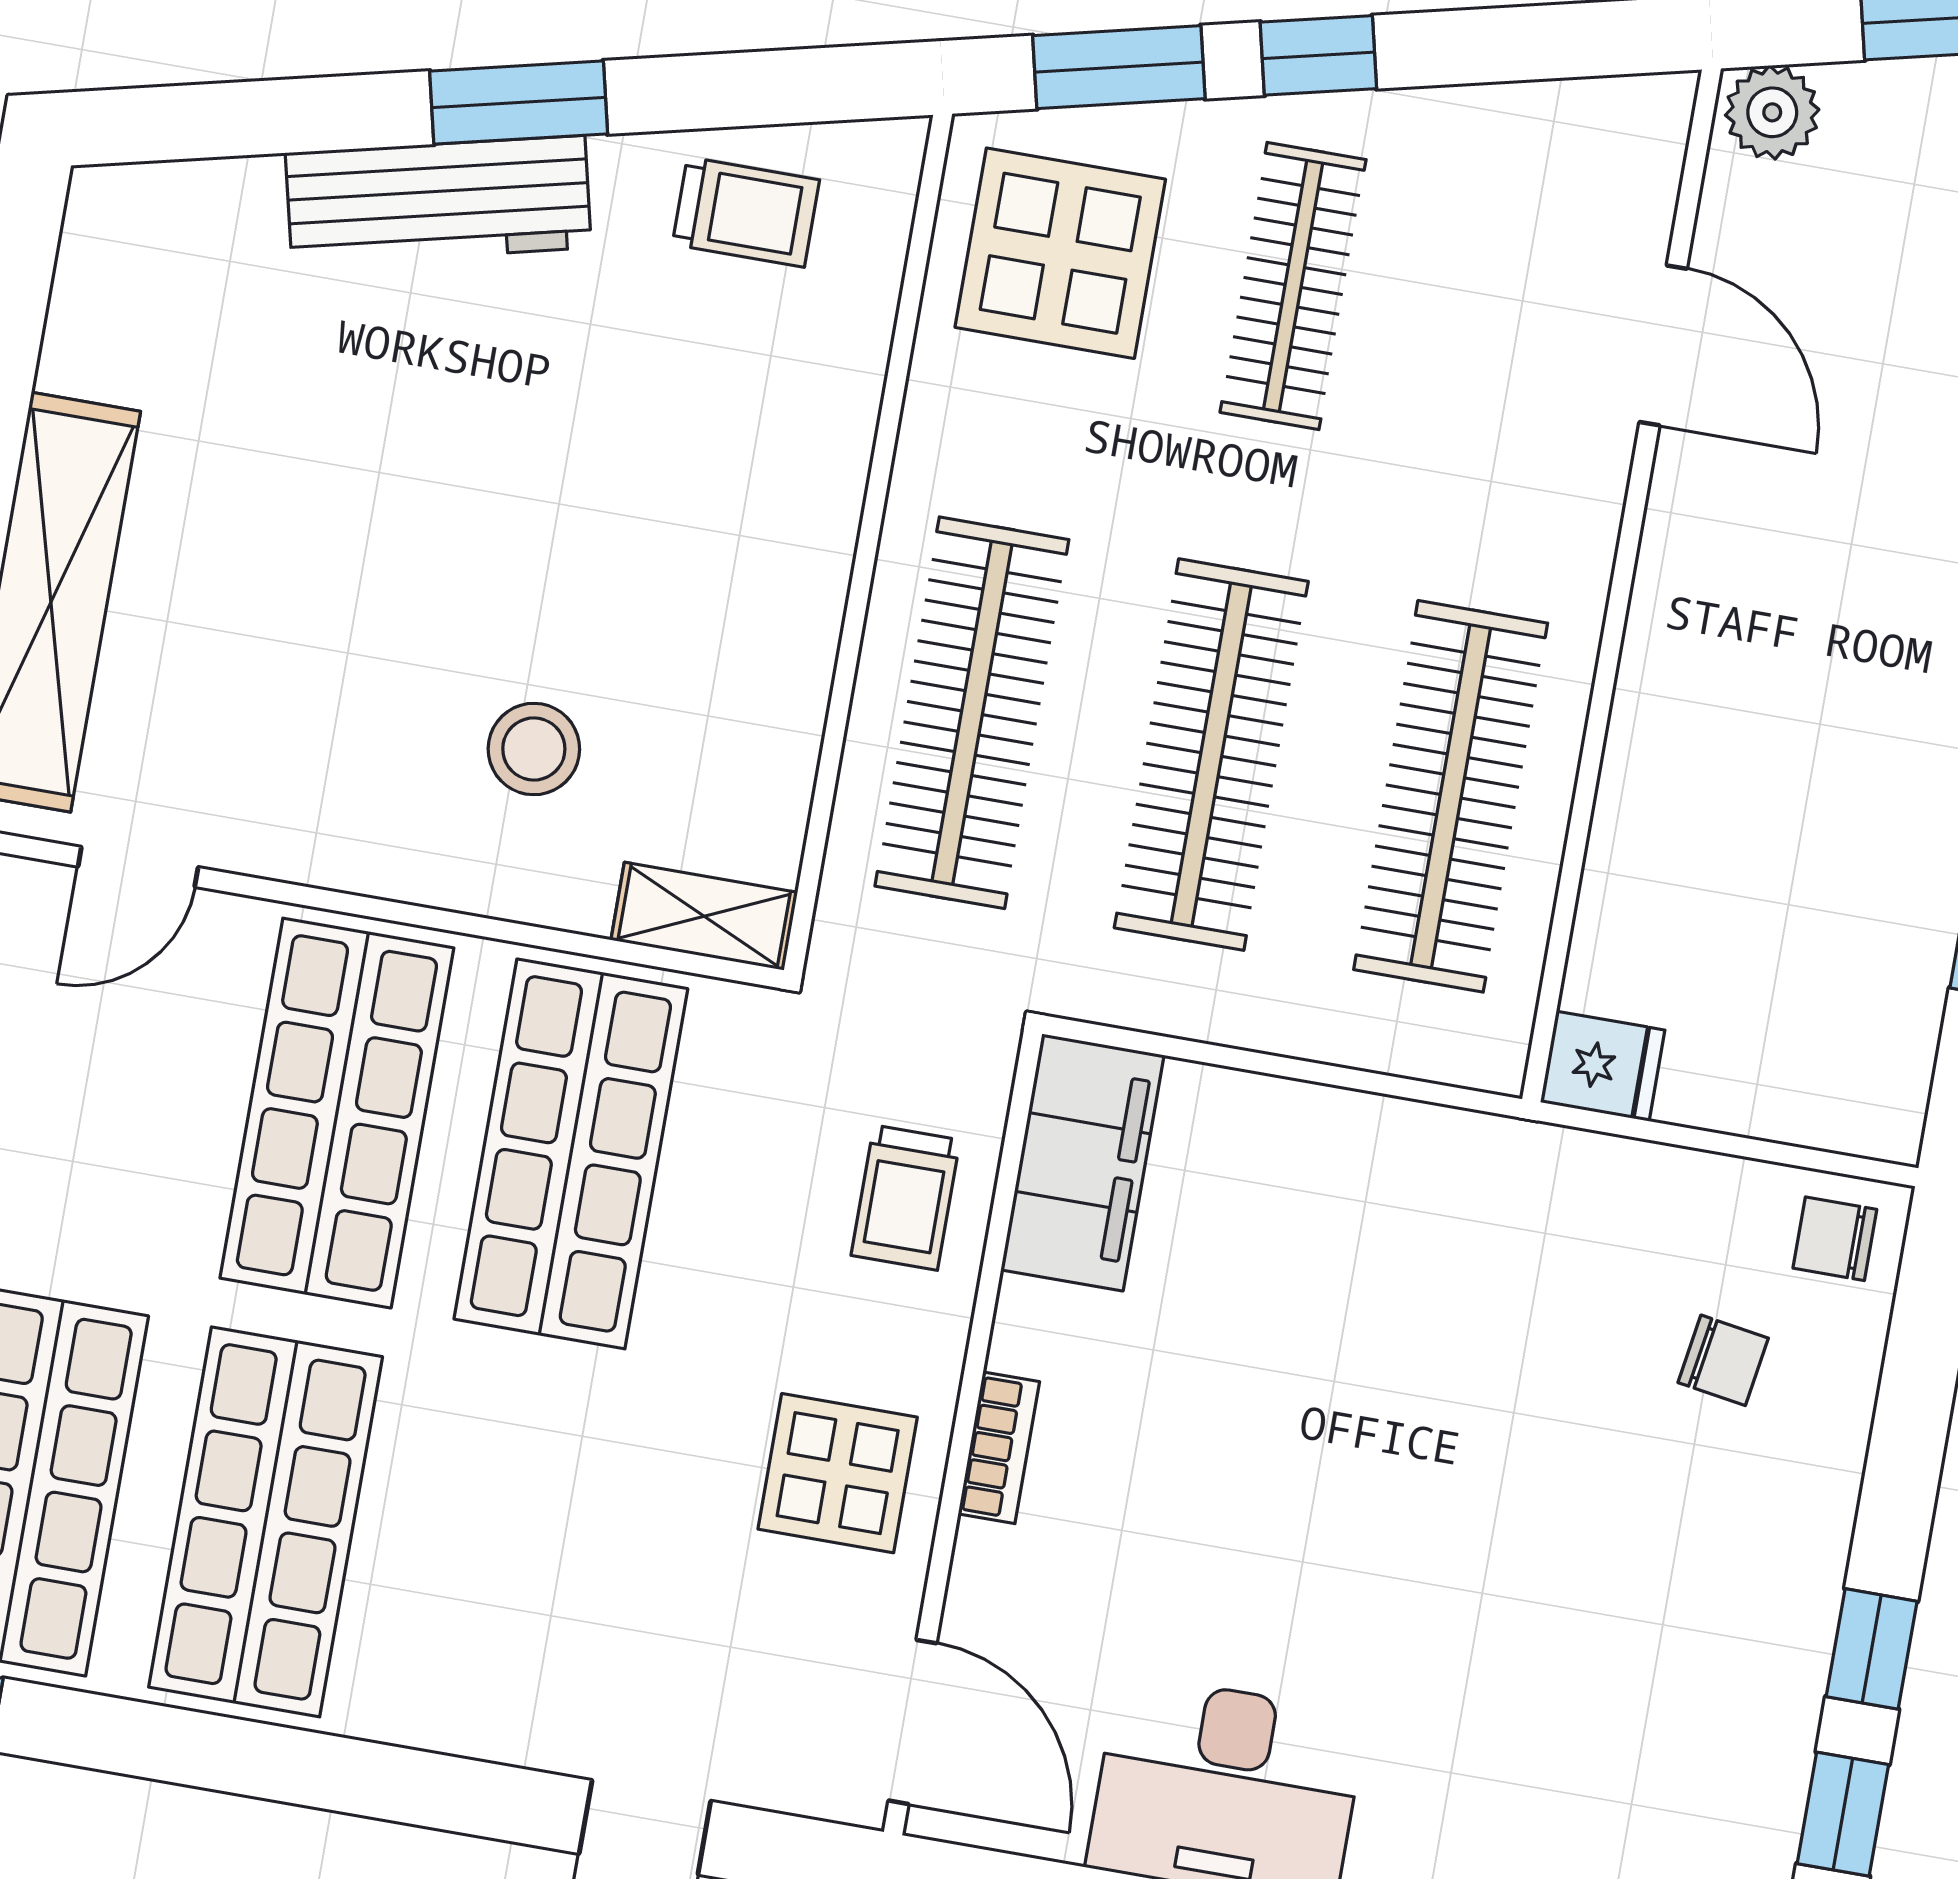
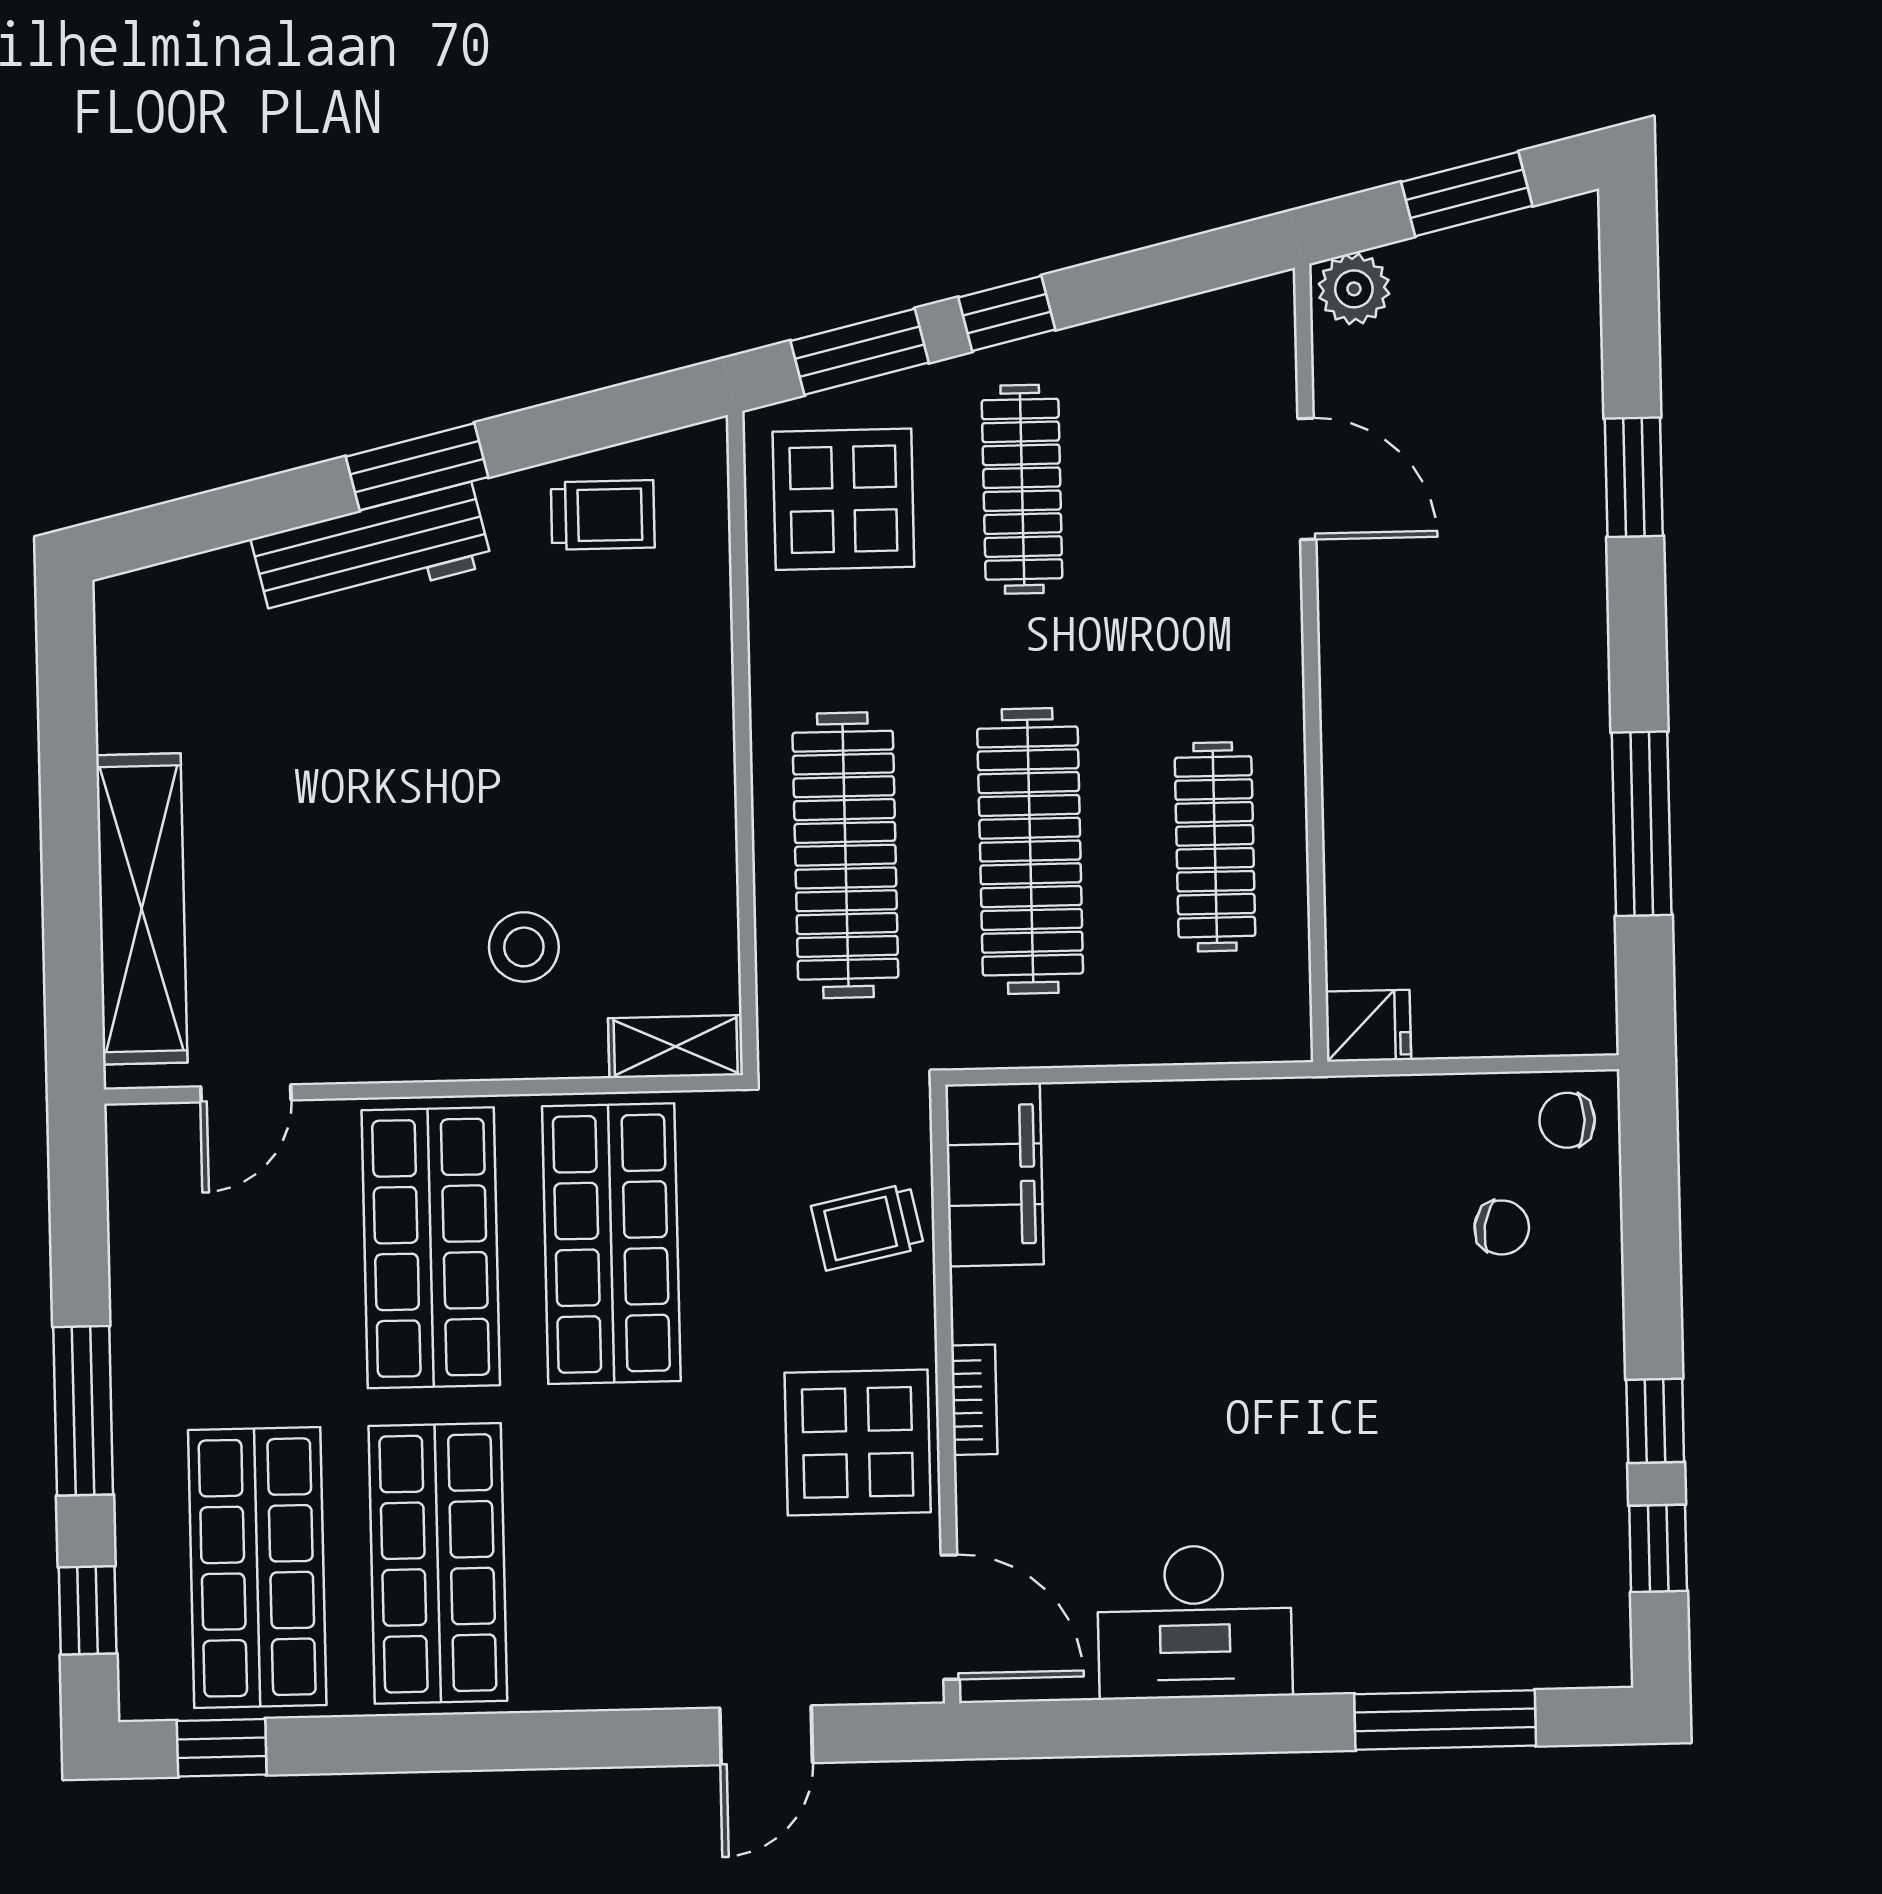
clothes rail: (1451, 796) -> (1215, 847), width x0.73, depth x0.76
trolley: (906, 1198) -> (868, 1227), turned 78
display table: (838, 1473) -> (858, 1442), width x1.36, depth x1.36

